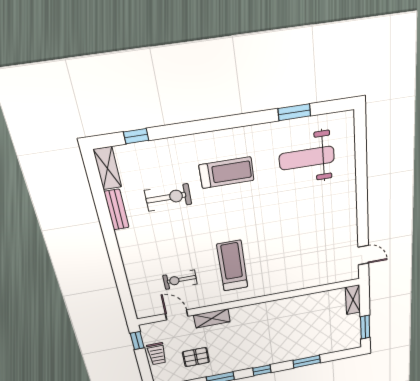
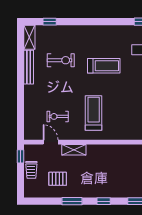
treadmill: (227, 173) -> (104, 66), moved
bench: (117, 210) -> (29, 67), width x1.36

